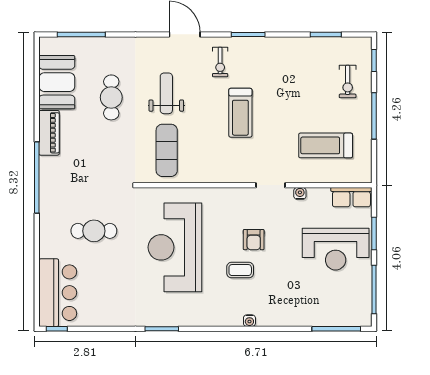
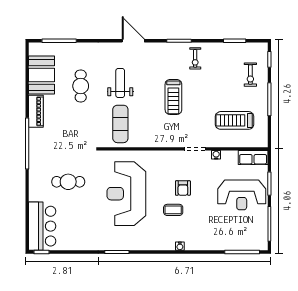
exercise bike: (220, 62) -> (195, 58), moved

